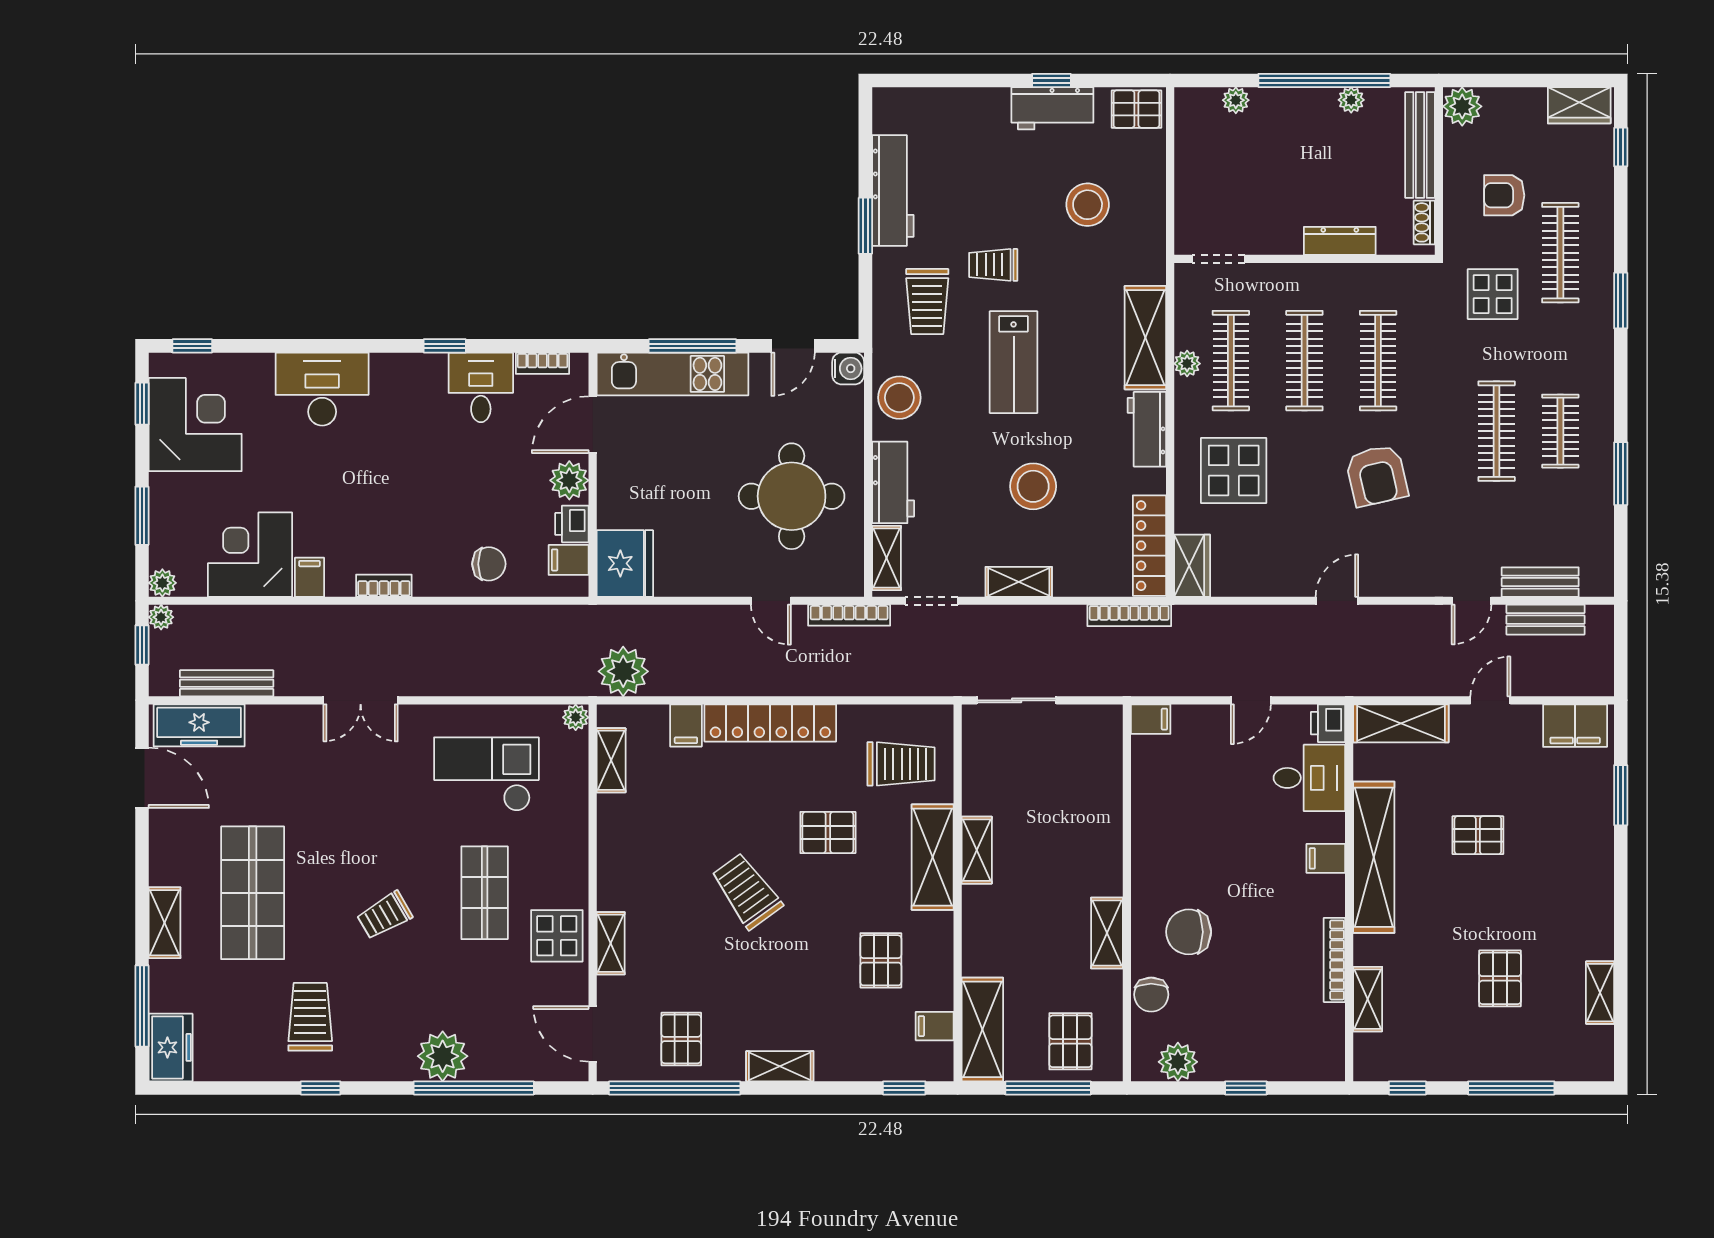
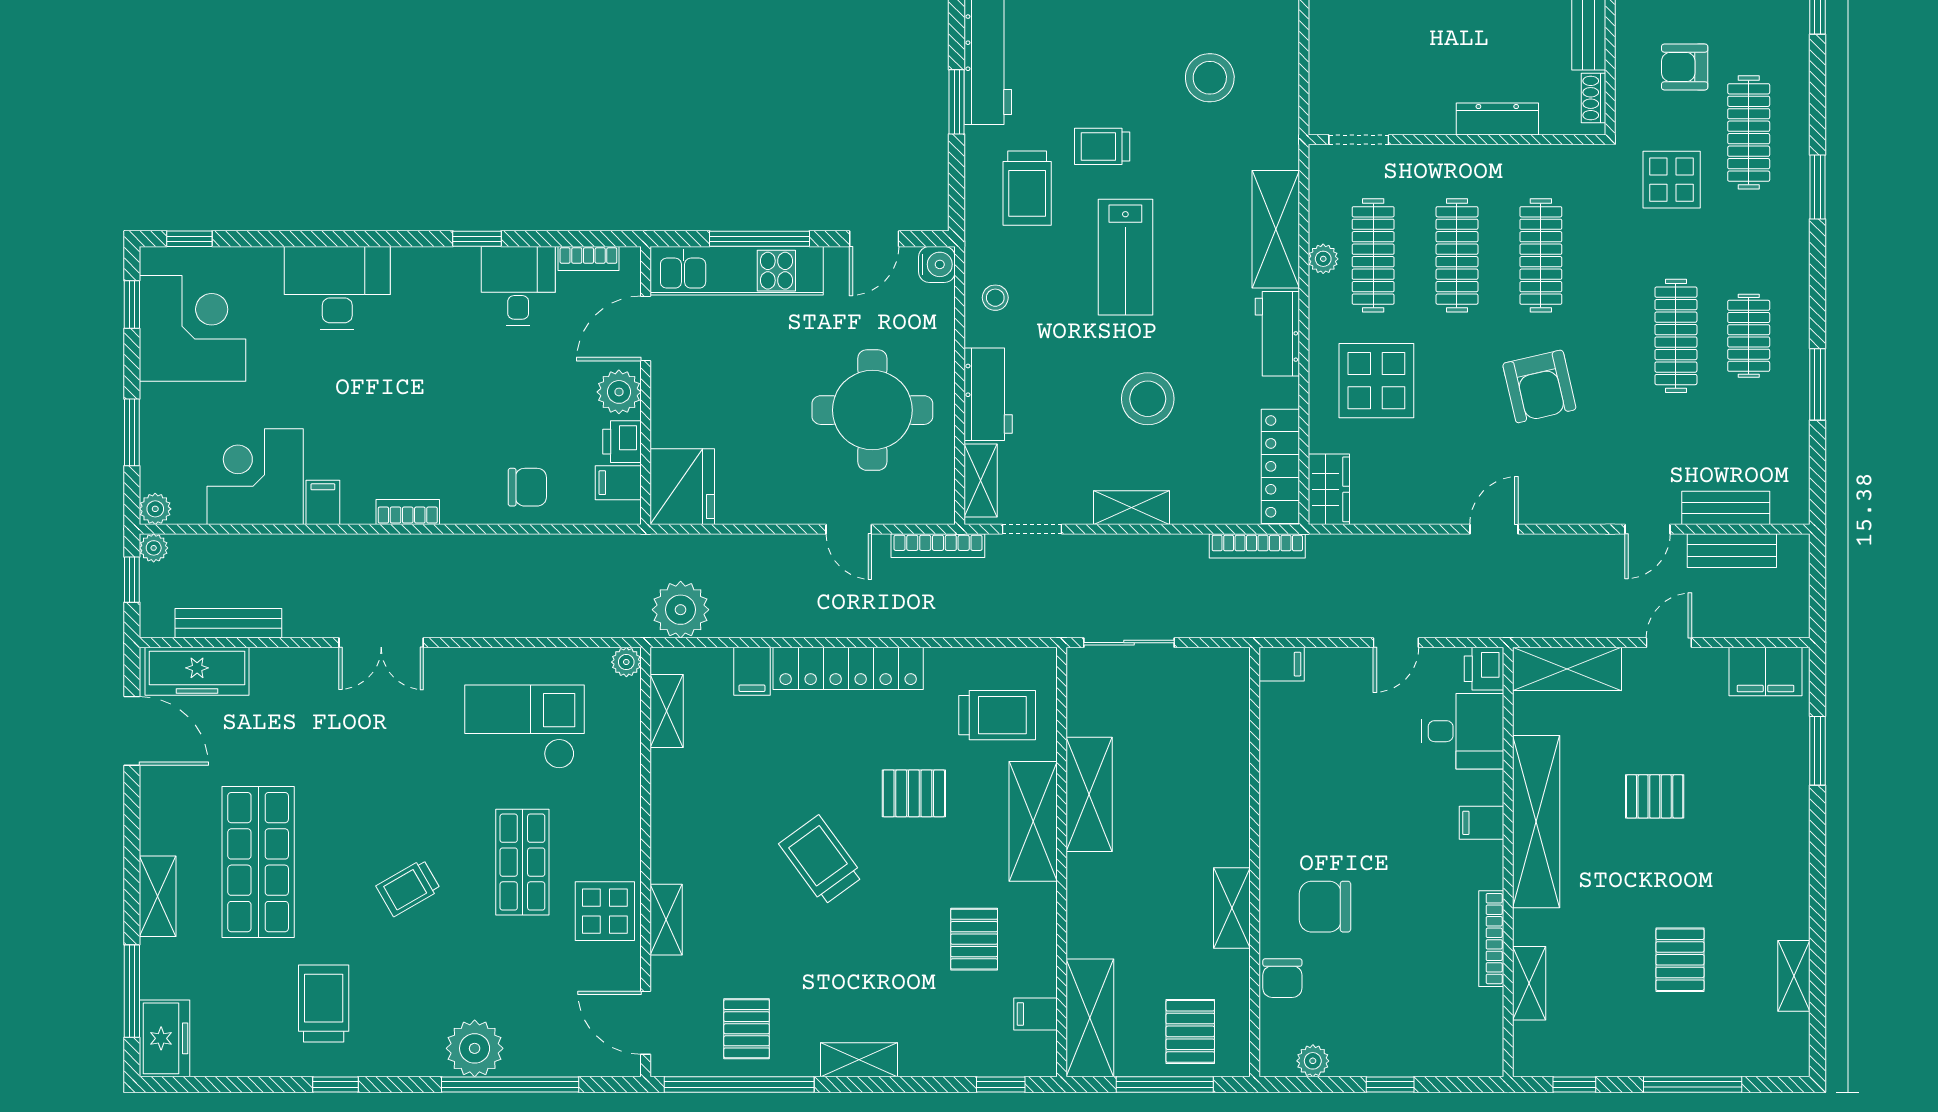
stool: (899, 398) -> (995, 298), width x0.53, depth x0.53
shelving: (977, 850) -> (1089, 794), width x1.50, depth x1.33
plant: (1178, 1062) -> (1313, 1061), width x0.73, depth x0.73

